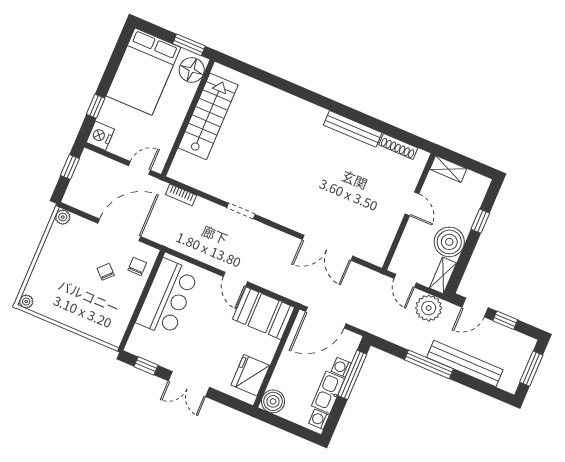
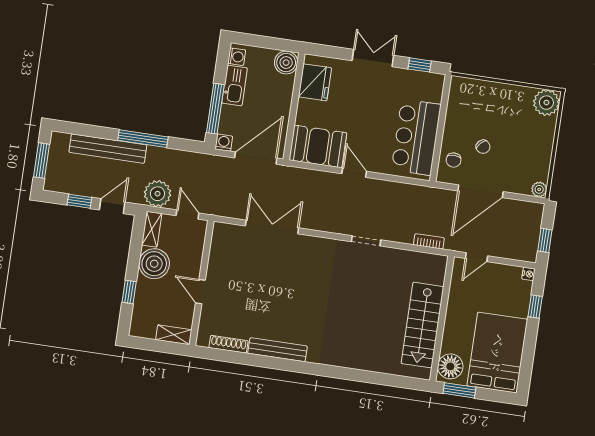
nightstand: (100, 136) -> (528, 274), width x0.53, depth x0.56
plant: (26, 302) -> (546, 103), width x1.88, depth x1.88
washing machine: (341, 367) -> (224, 143), moved, turned -90

